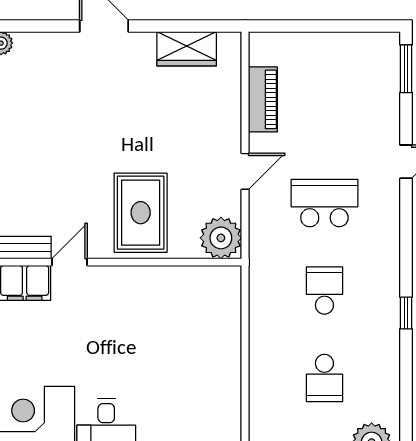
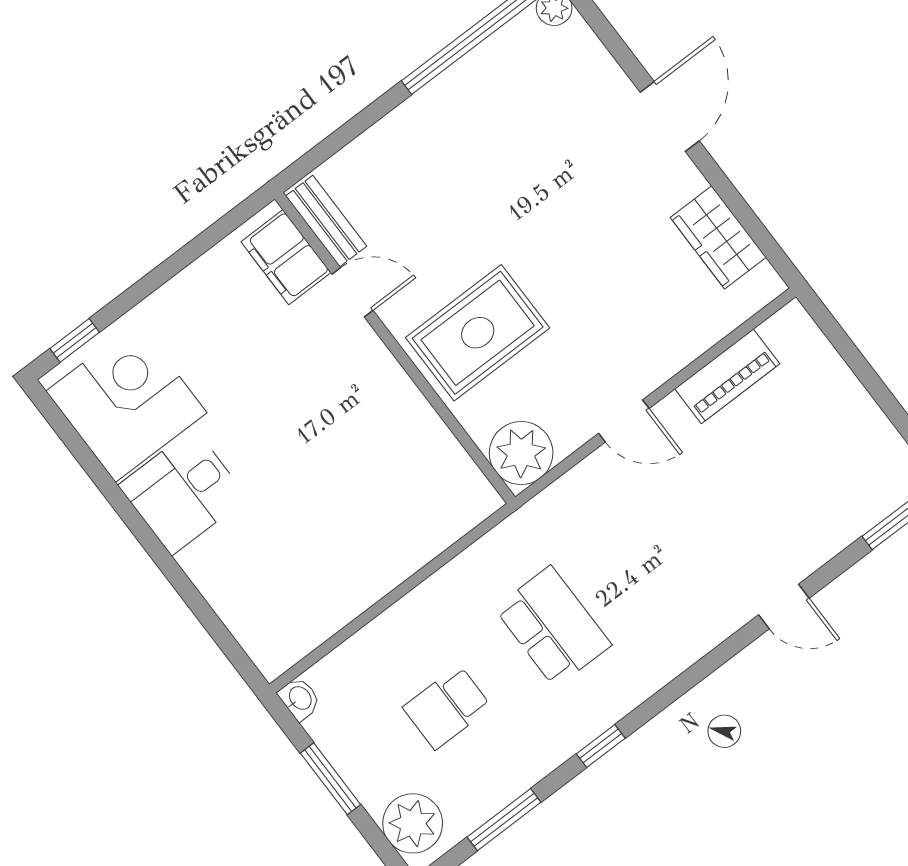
school desk: (324, 203) -> (659, 546), removed
school desk: (324, 291) -> (553, 627), width x1.85
window: (406, 393) -> (504, 820), added

